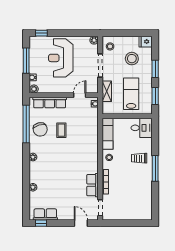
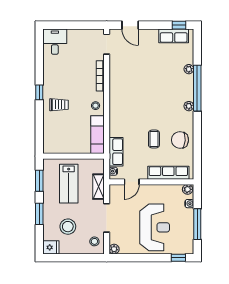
window: (26, 124) -> (197, 88), moved
desk: (142, 128) -> (55, 42), moved, turned 90
chair: (40, 129) -> (180, 140), turned -70
window: (155, 168) -> (39, 92), width x0.46
row of seats: (92, 185) -> (116, 152), moved

